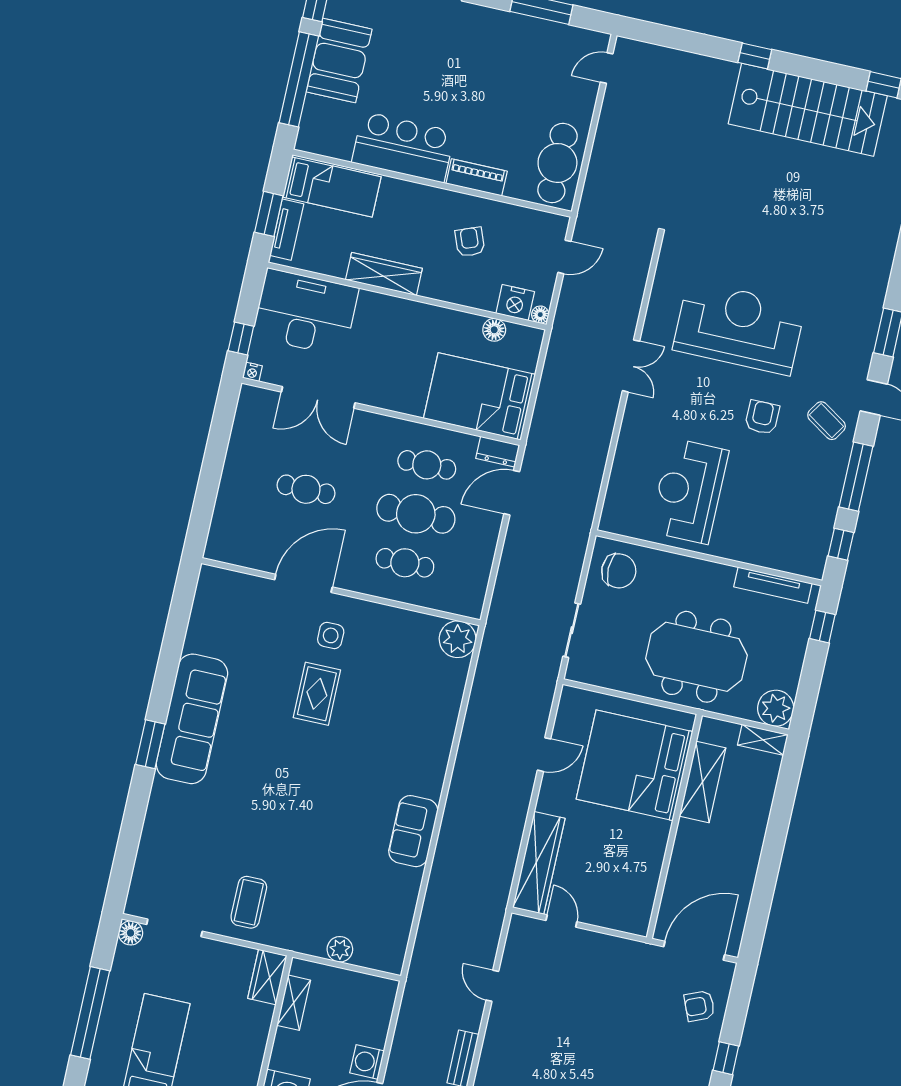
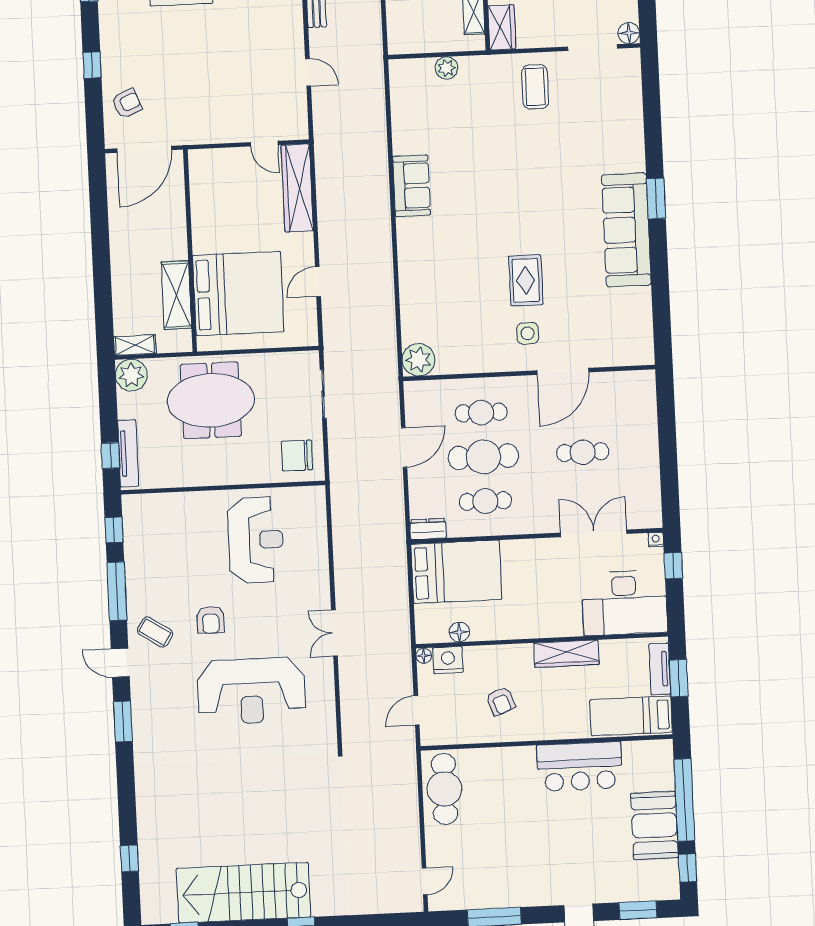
piano: (477, 177) -> (510, 758), removed
door: (512, 493) -> (404, 447), moved
tv unit: (773, 585) -> (128, 453), moved, turned 90

